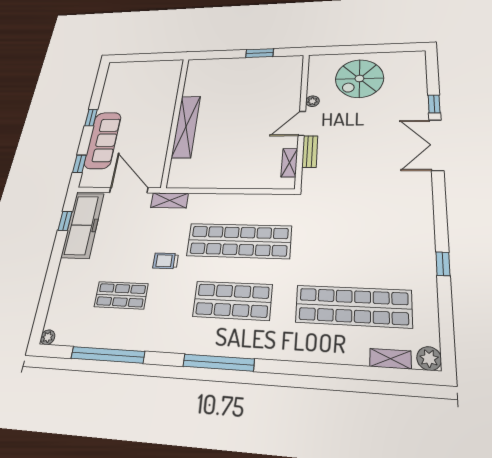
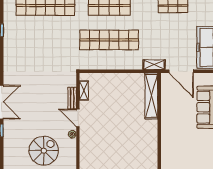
door: (302, 123) -> (78, 118), swing flipped
shelving: (186, 127) -> (151, 96), moved
trolley: (166, 261) -> (150, 27), removed

